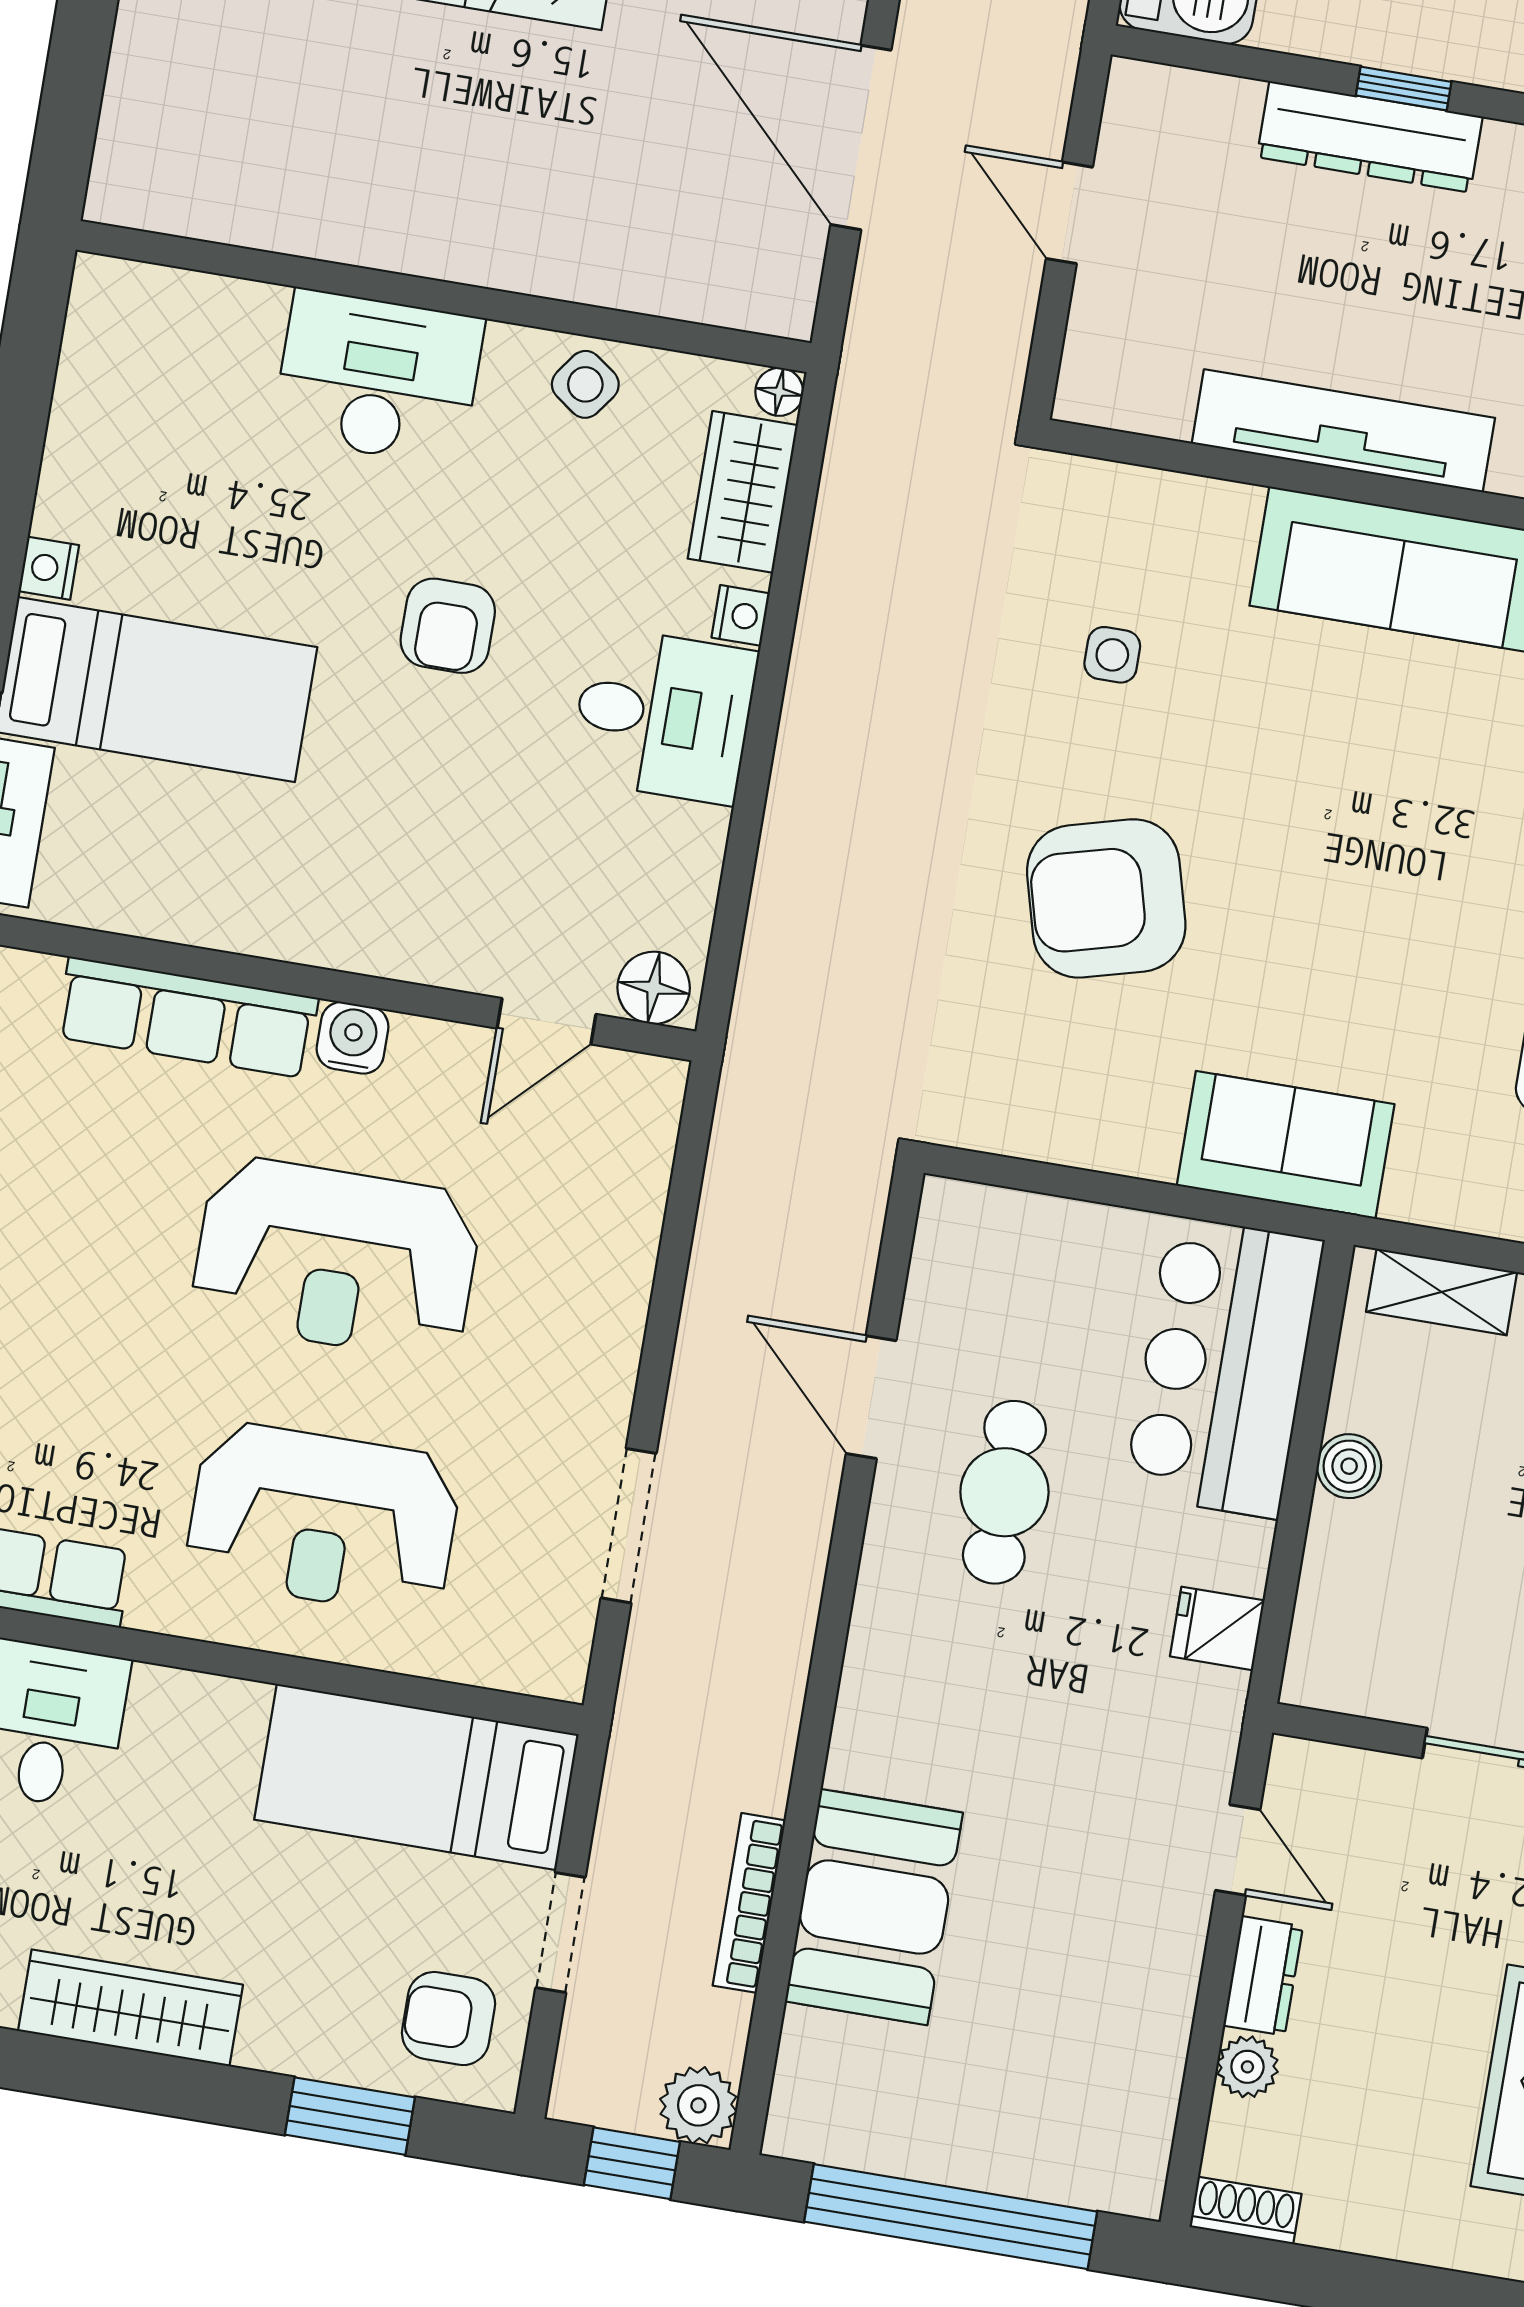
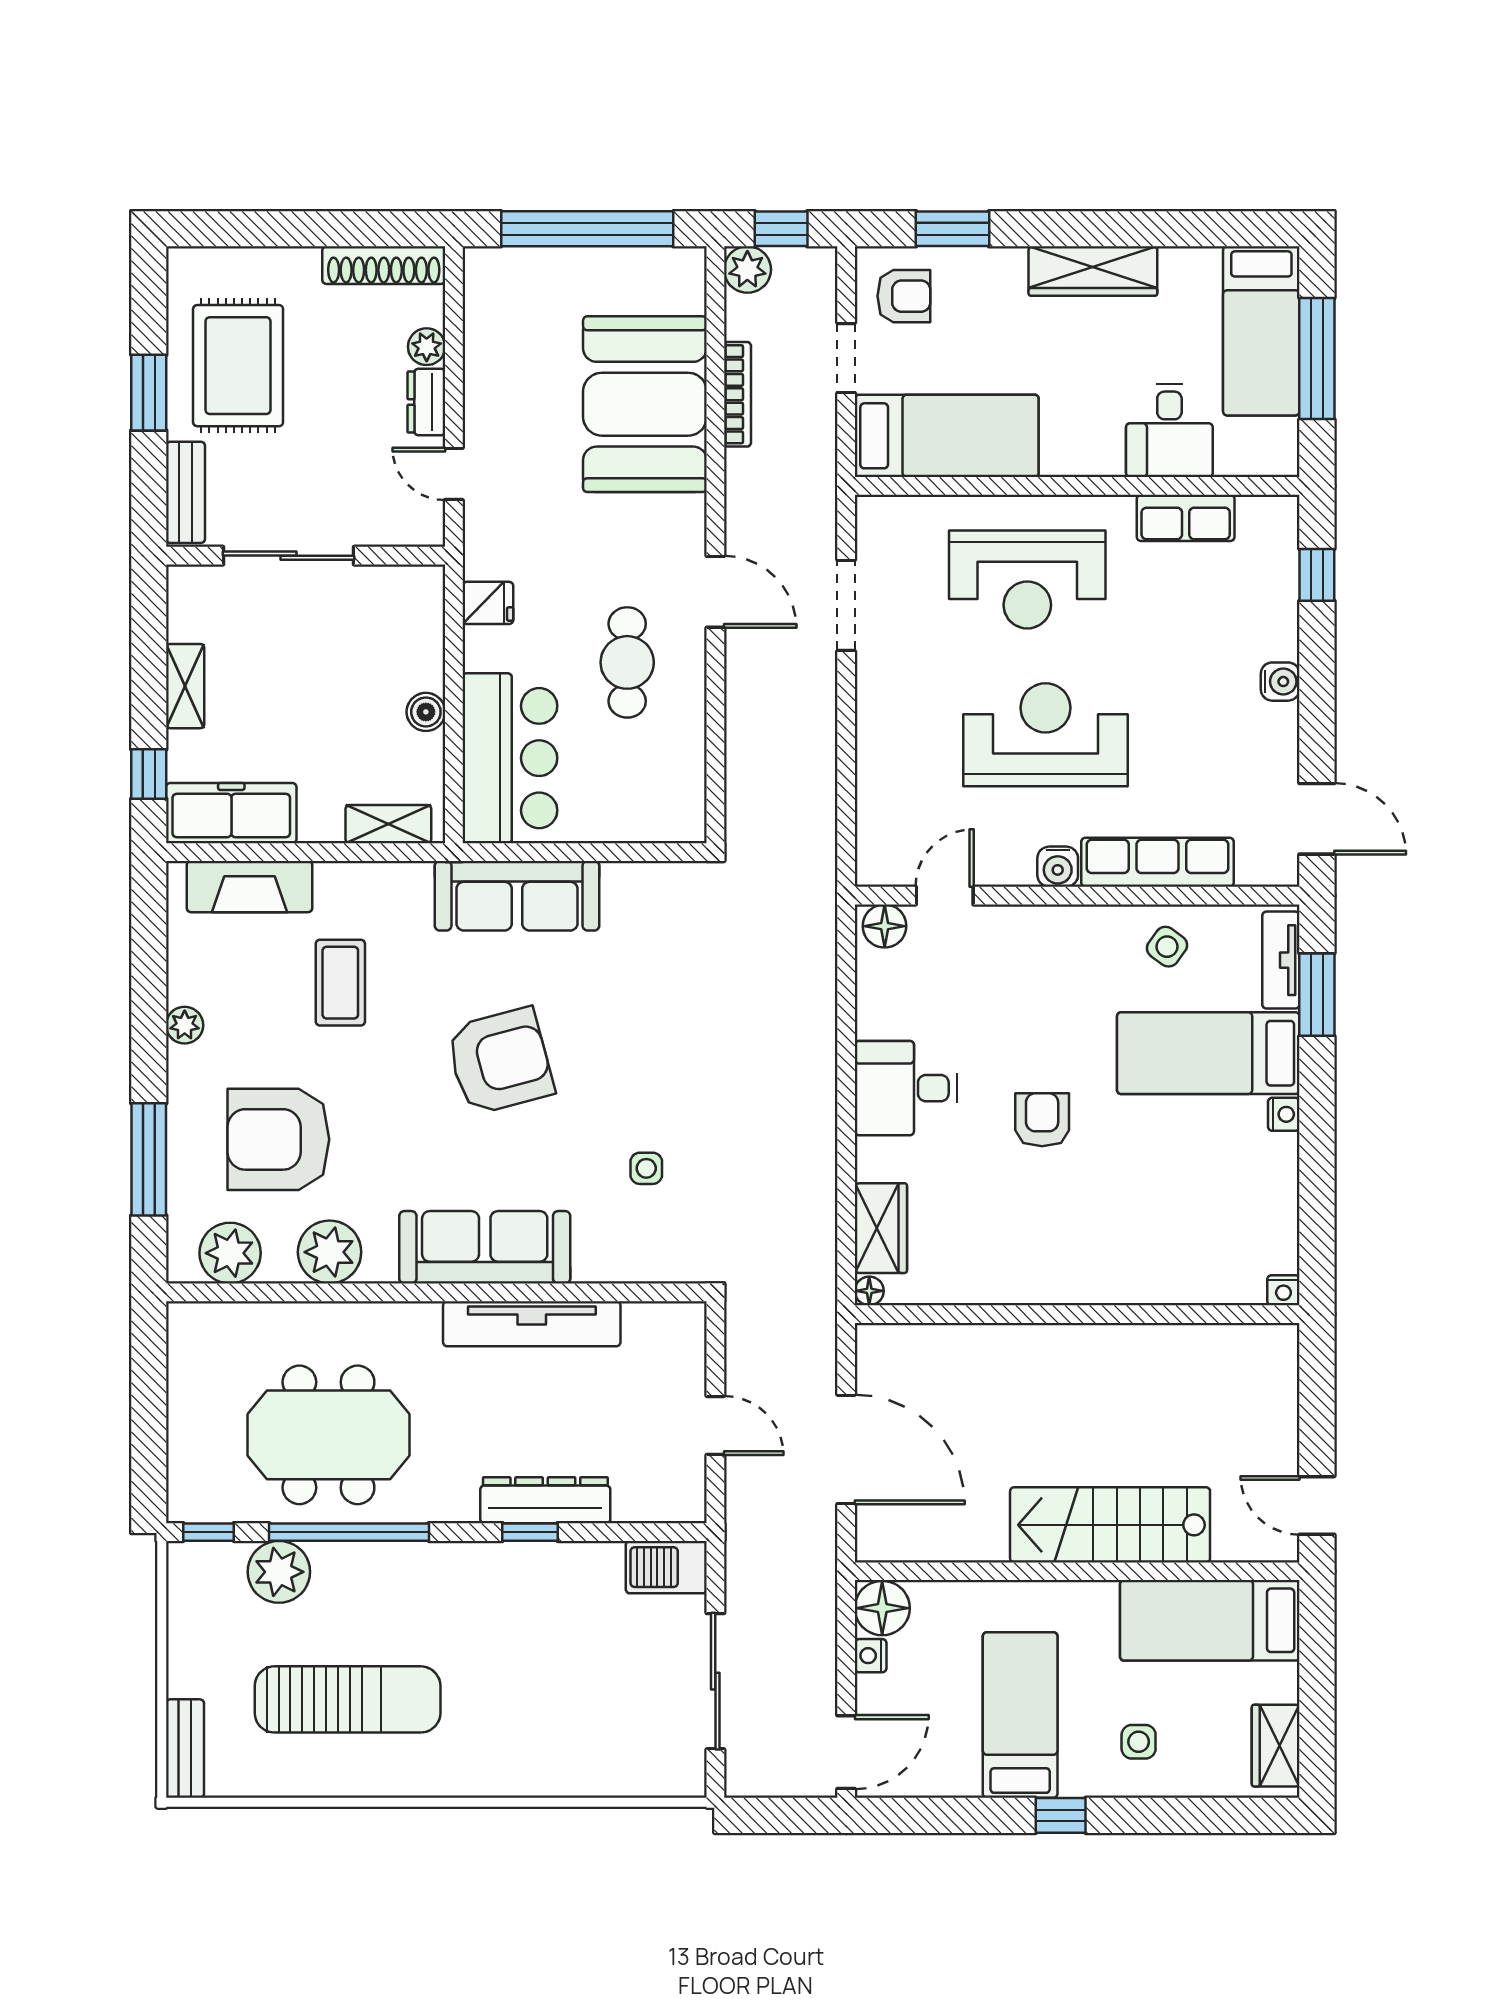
desk: (378, 378) -> (1108, 1260), removed
side table: (585, 384) -> (1167, 947), moved
nightstand: (741, 615) -> (1283, 1290), moved, turned -90
armchair: (1106, 898) -> (500, 1061), moved
sofa: (1286, 1145) -> (517, 896), width x1.36
door: (871, 1397) -> (715, 592), moved
reception desk: (323, 1519) -> (1027, 579), turned 180
booth: (874, 1907) -> (645, 404), width x1.36, depth x1.42
shoe rack: (1245, 2211) -> (384, 265), width x1.94, depth x1.24

